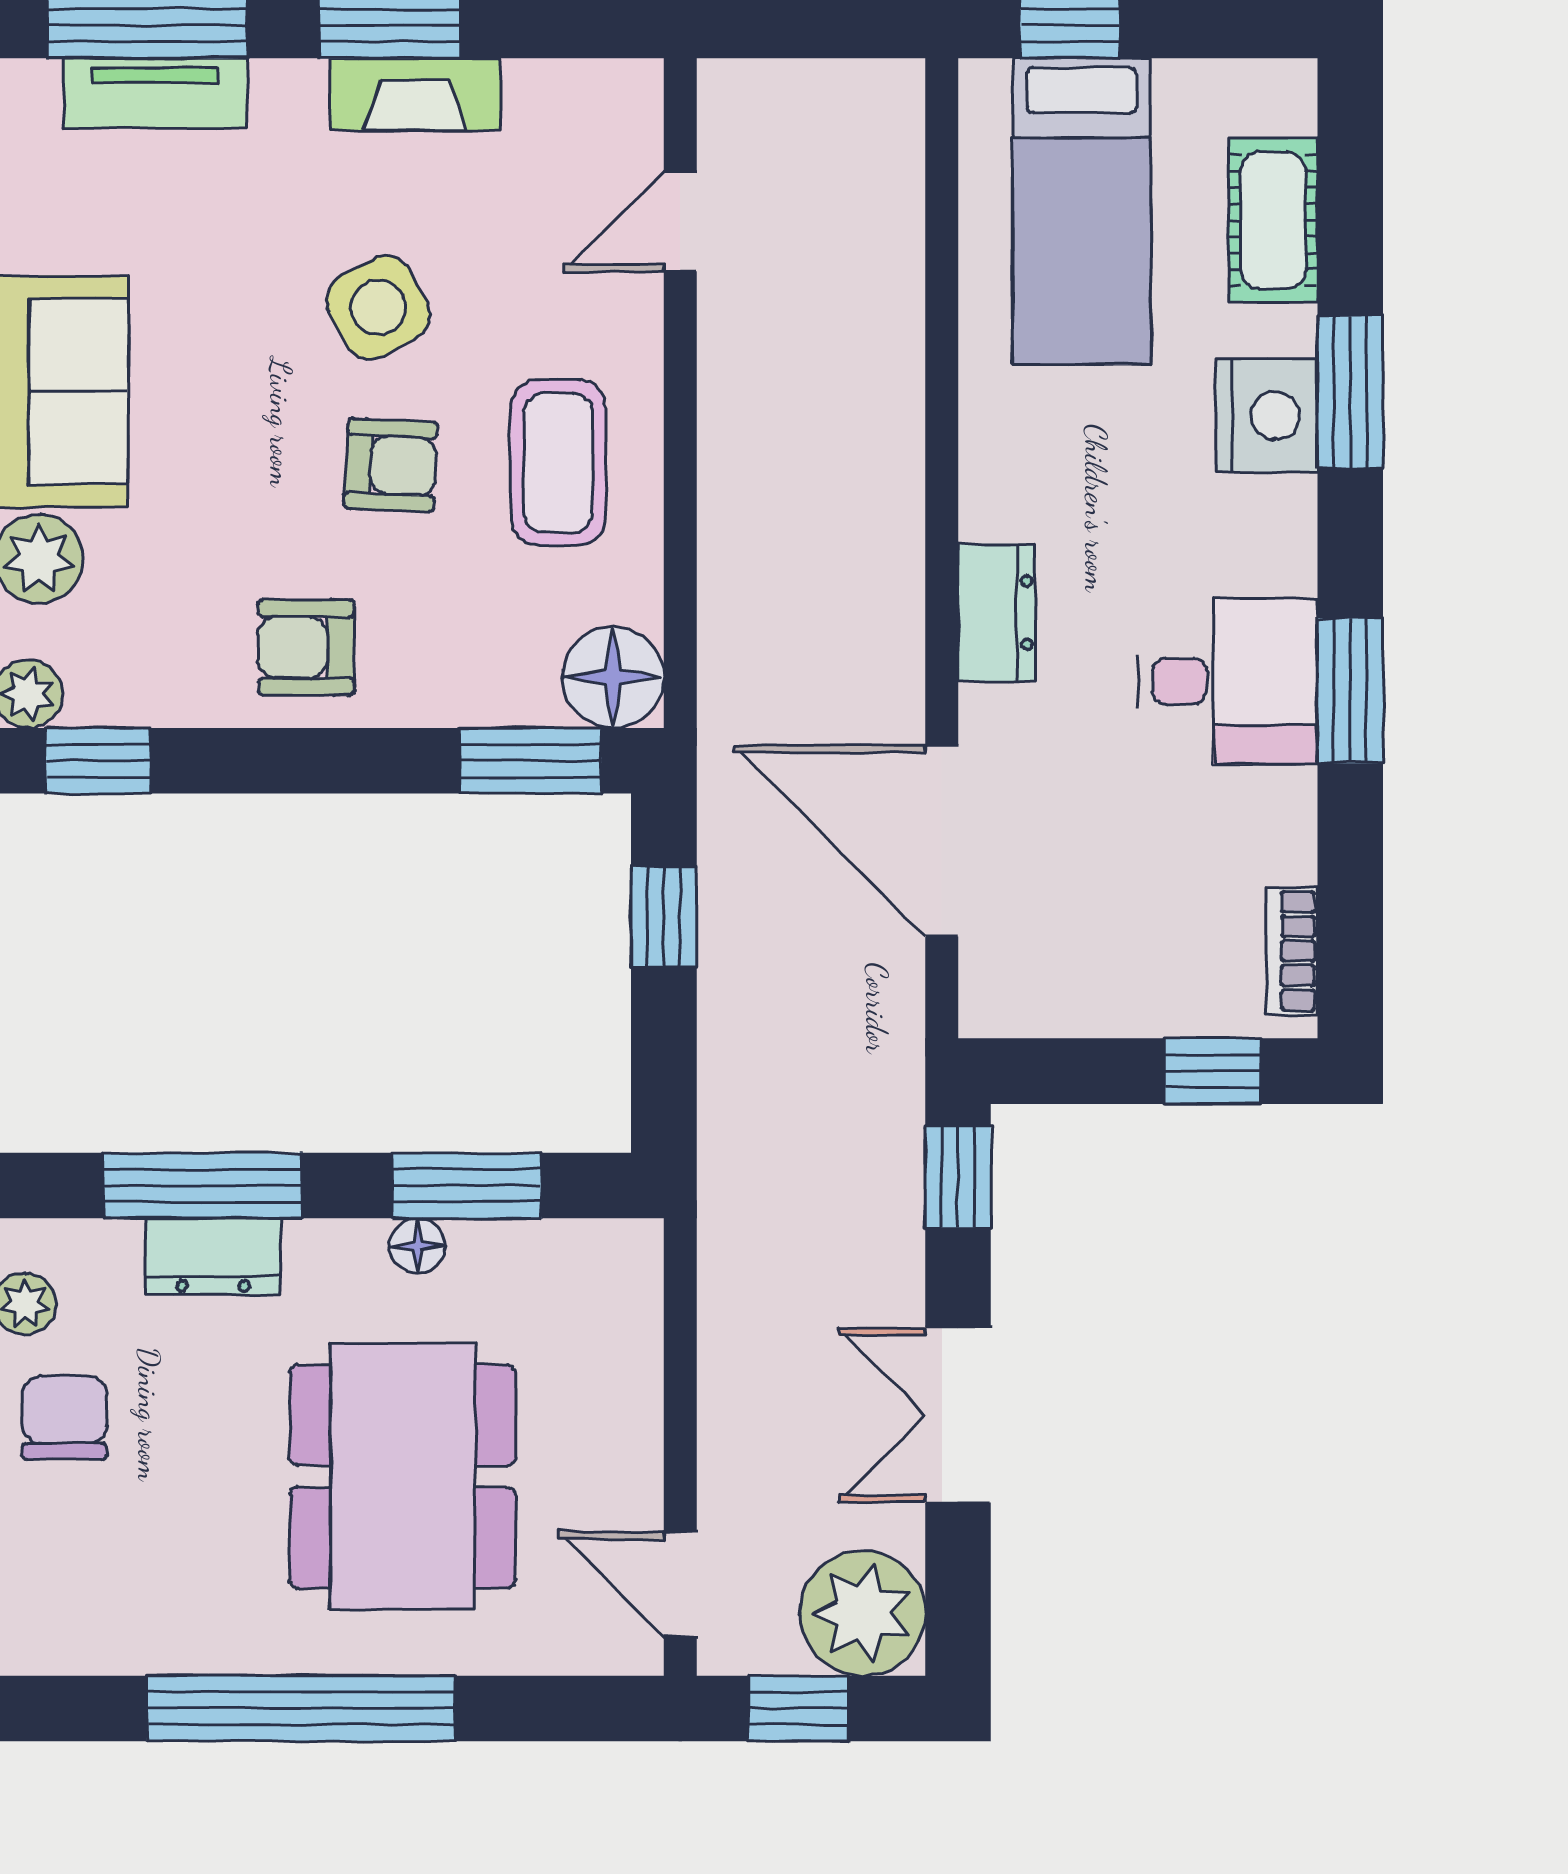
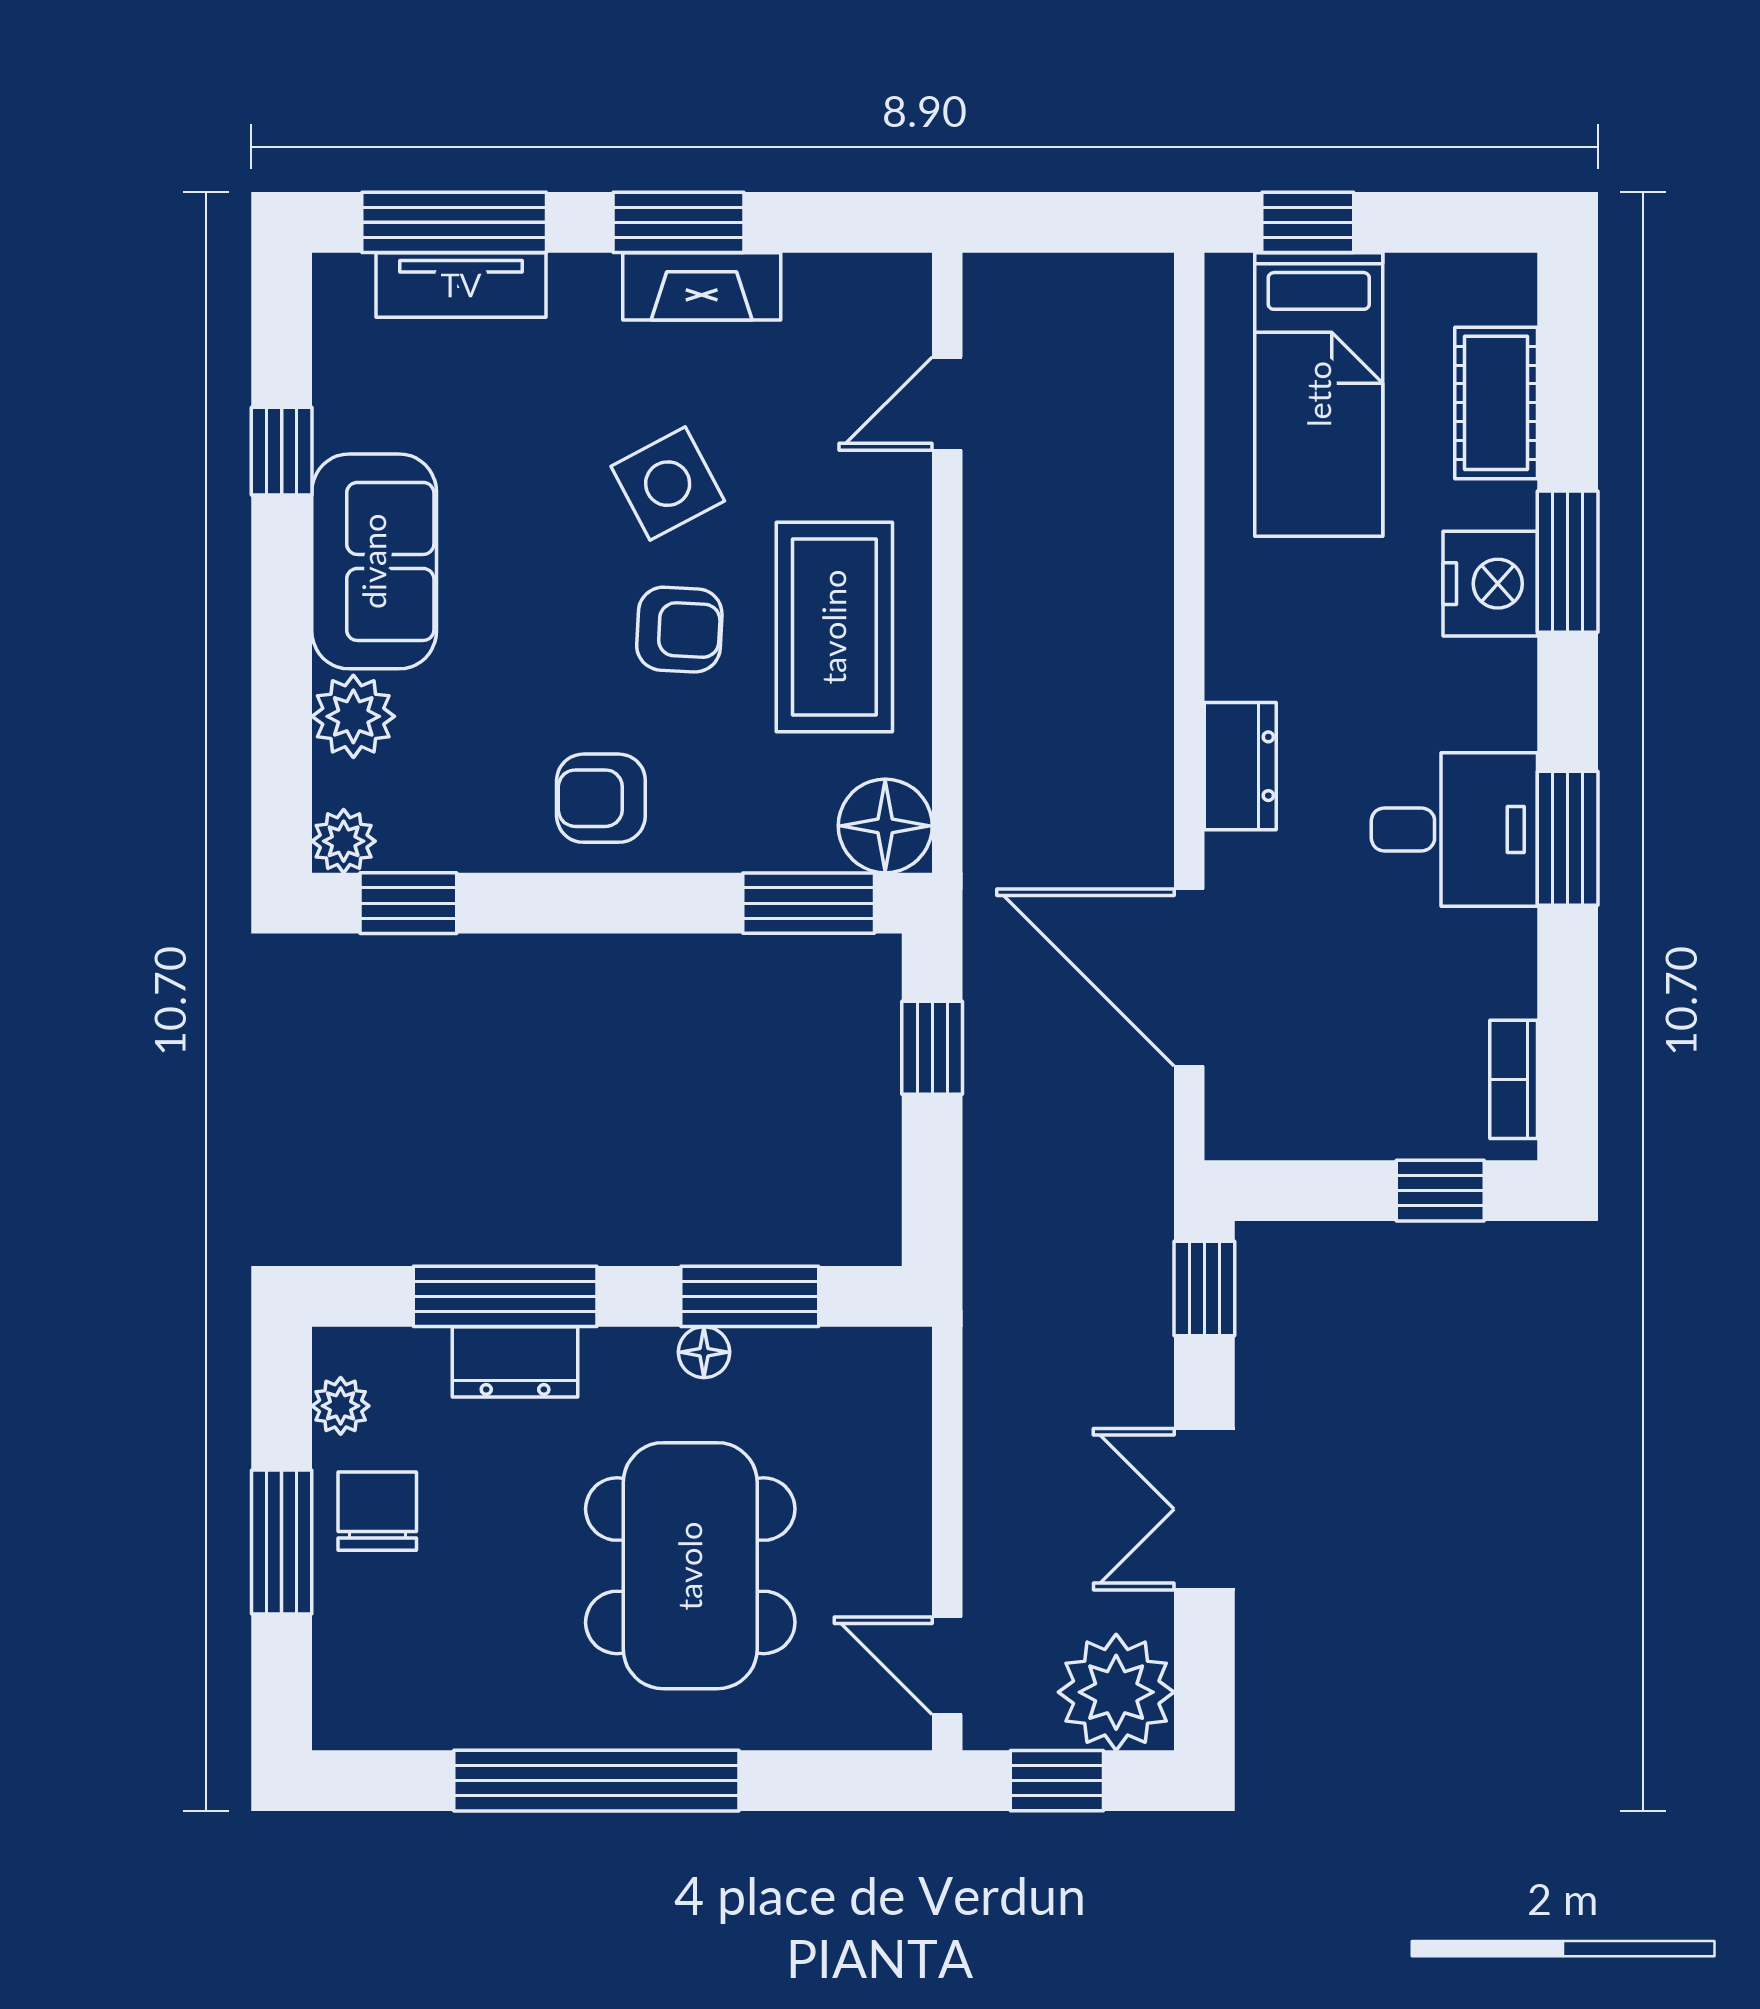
coffee table: (558, 462) -> (834, 627), width x1.36, depth x1.32

